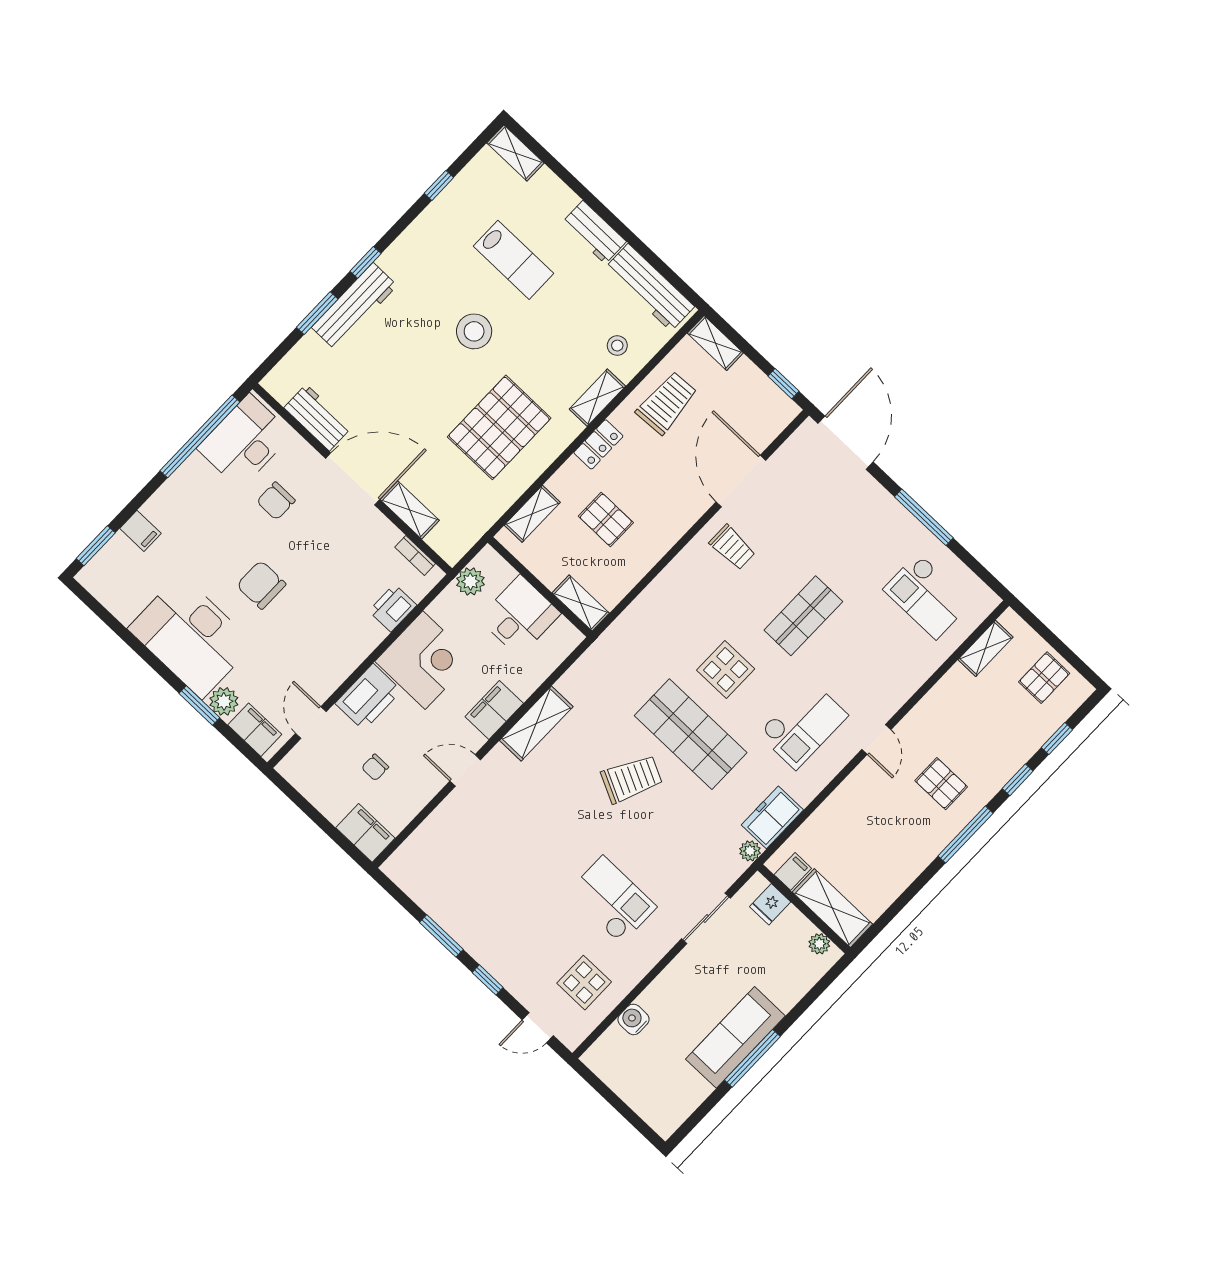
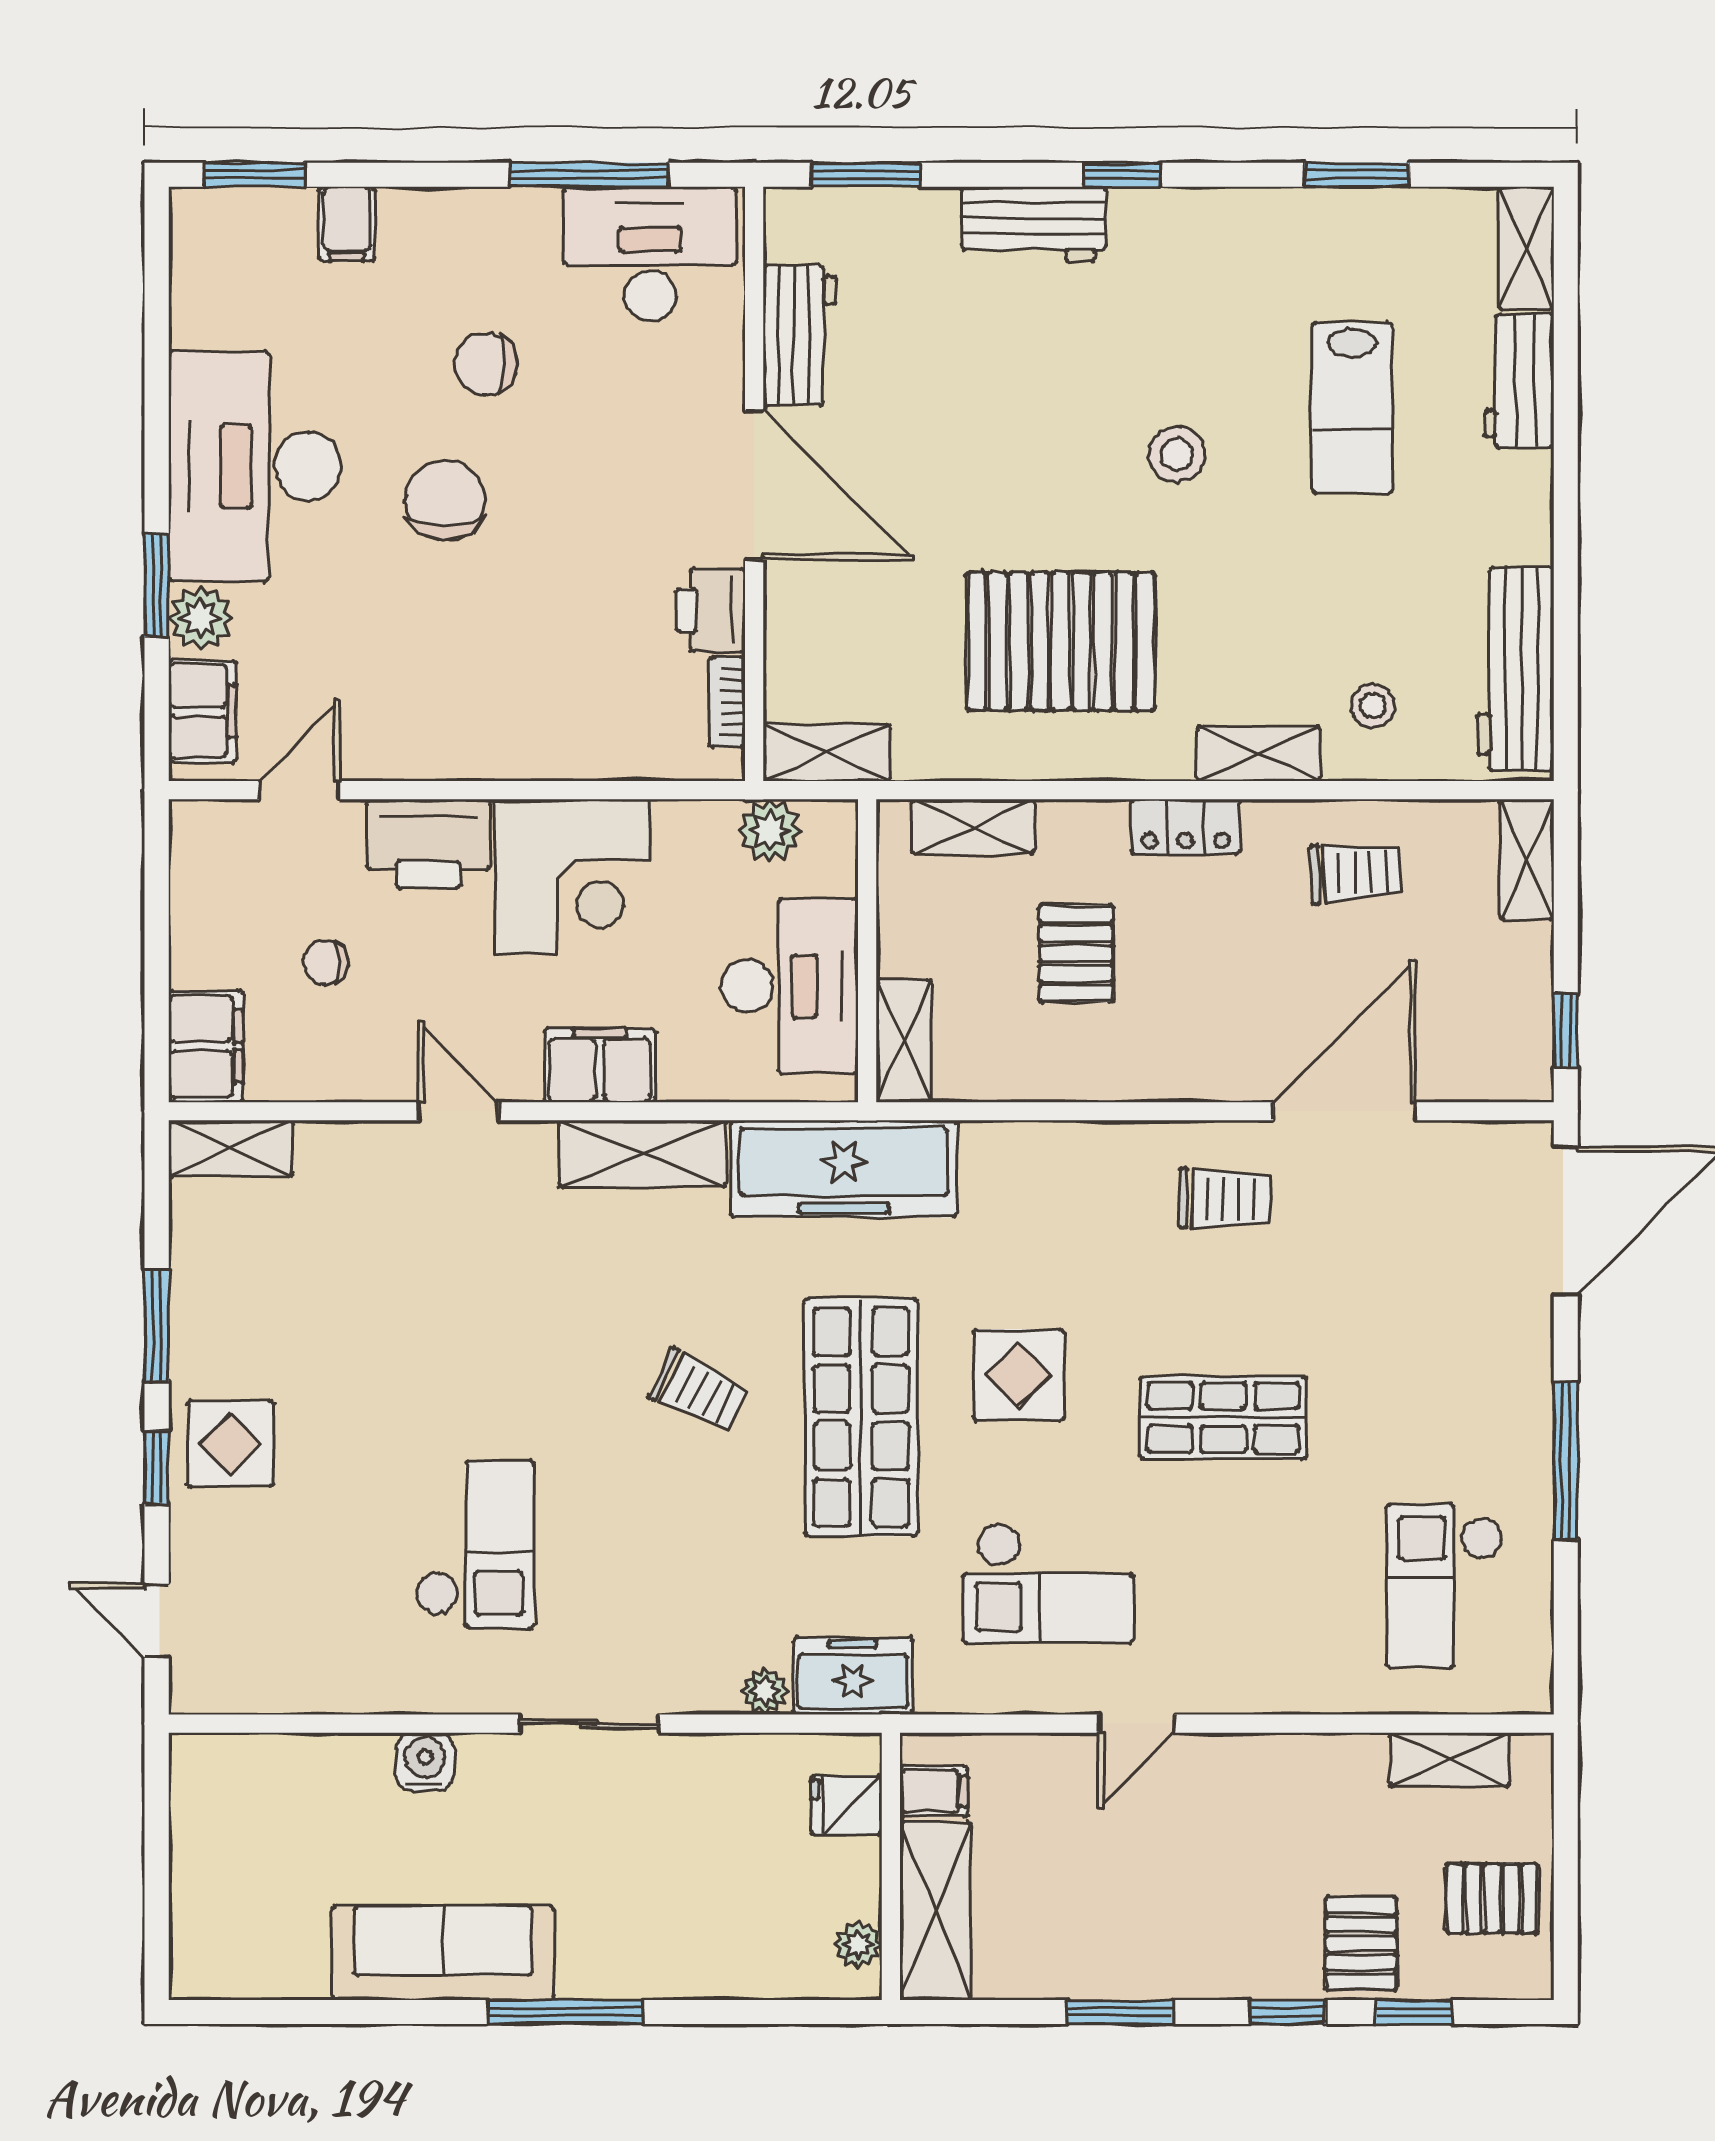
window: (439, 185) -> (1357, 175), width x1.50
workbench: (594, 232) -> (1519, 381), moved
workbench: (354, 306) -> (1034, 224), width x0.73
window: (317, 313) -> (866, 175), moved
stool: (474, 331) -> (1177, 454), width x0.73, depth x0.73
trolley: (667, 403) -> (1356, 873), width x0.73, depth x0.72
window: (200, 436) -> (589, 175), width x0.68
chair: (276, 501) -> (486, 364), moved
shelving: (410, 510) -> (827, 753), moved, turned 90
trolley: (732, 547) -> (1225, 1199), turned -89
printer: (393, 608) -> (711, 610), moved, turned -90
desk: (520, 616) -> (790, 986), width x1.37
freezer: (604, 662) -> (844, 1169), added
trolley: (632, 779) -> (699, 1391), width x0.73, depth x0.72
pallet: (941, 784) -> (1361, 1943), moved
window: (965, 835) -> (1120, 2012), width x0.69
shelving: (406, 856) -> (231, 1148), added
filing cabinet: (793, 871) -> (934, 1791), moved
fridge: (770, 904) -> (846, 1805), moved
shelving: (832, 908) -> (936, 1911), moved
wall: (804, 909) -> (891, 1866), moved
plant: (819, 944) -> (858, 1944), moved
display table: (584, 983) -> (230, 1444), moved
water cooler: (634, 1019) -> (425, 1762), moved
window: (752, 1058) -> (565, 2012), moved

